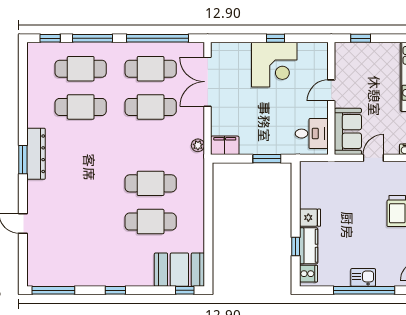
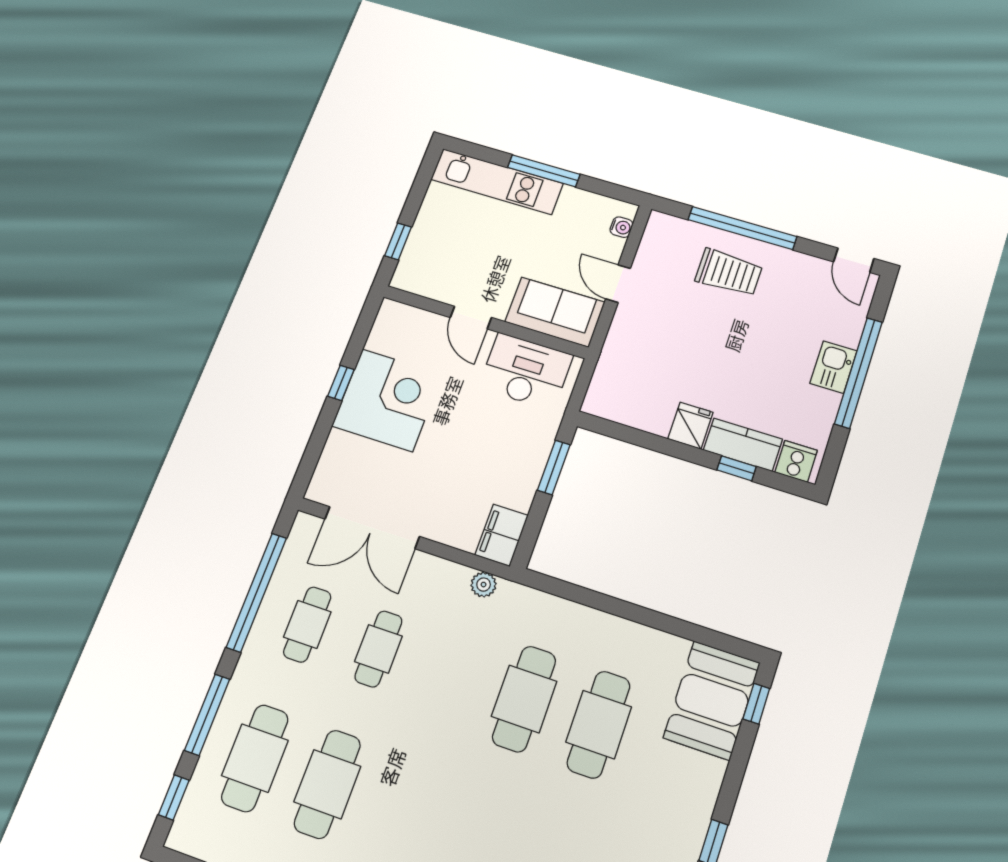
cafe table: (151, 69) -> (307, 624), width x0.73, depth x0.74
cafe table: (151, 107) -> (378, 649), width x0.73, depth x0.74
desk: (312, 134) -> (526, 371), width x1.37

